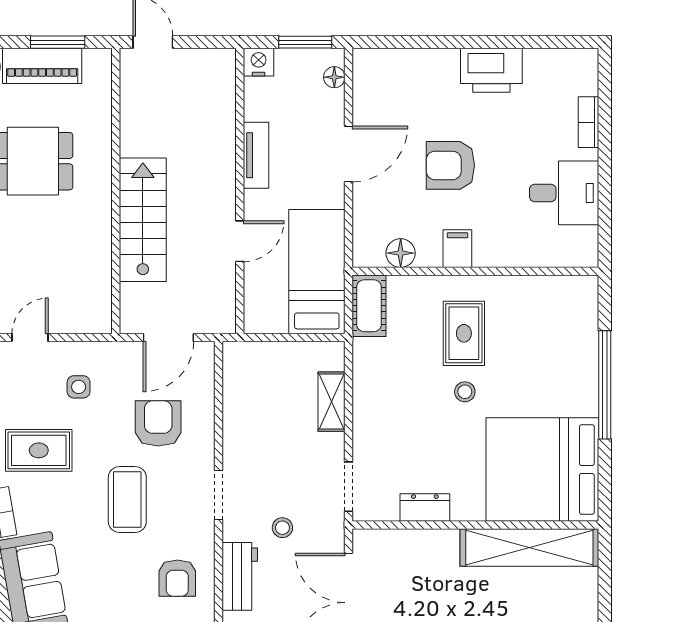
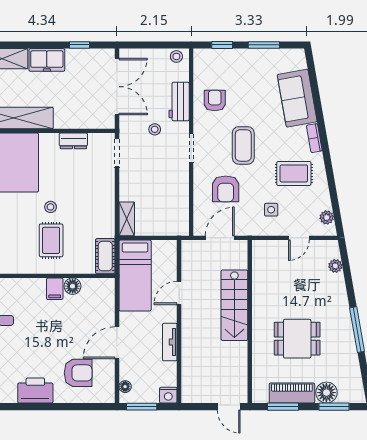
armchair: (450, 165) -> (78, 373), moved
floor lamp: (401, 253) -> (73, 286), moved
shelving: (332, 402) -> (127, 219), moved

